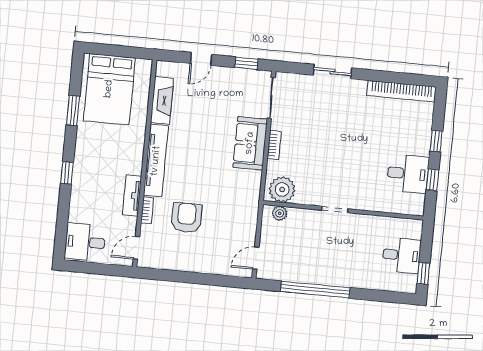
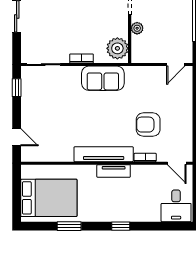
door: (201, 59) -> (17, 137), moved
fireplace: (162, 100) -> (54, 154), removed
sofa: (250, 143) -> (103, 78), moved
tv unit: (132, 195) -> (114, 171), moved
plant: (280, 213) -> (137, 28), moved
door: (256, 258) -> (176, 65), hinge flipped

